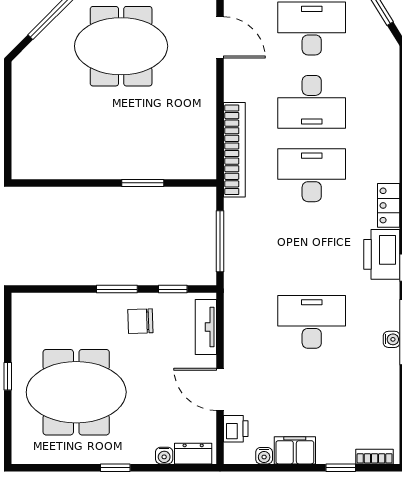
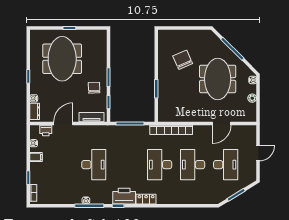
chair: (78, 124) -> (183, 60), added
desk: (312, 175) -> (160, 165), turned 180
filing cabinet: (295, 450) -> (36, 157), width x0.50

